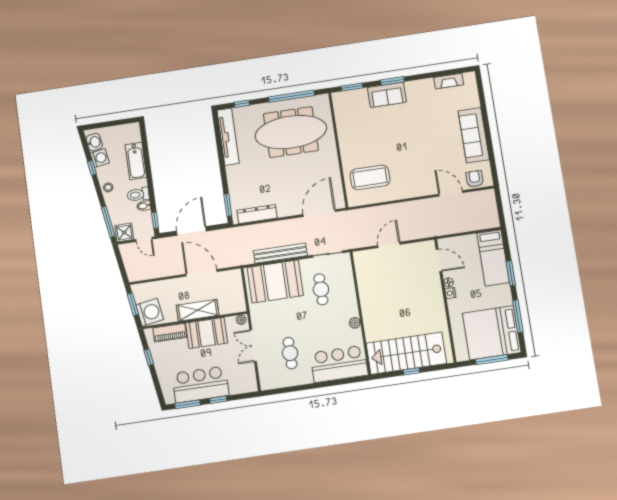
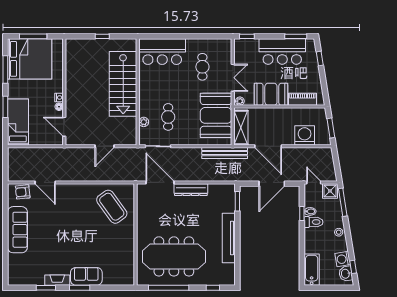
fireplace: (449, 81) -> (57, 280), moved
window: (352, 87) -> (46, 288), moved
tv unit: (228, 137) -> (229, 238), moved
bathtub: (136, 161) -> (312, 270), moved
window: (92, 168) -> (353, 267), moved
coffee table: (370, 177) -> (112, 207), turned 54
armchair: (475, 179) -> (23, 192), turned 84
door: (319, 213) -> (160, 182), swing flipped
dresser: (257, 214) -> (191, 190), moved
window: (155, 220) -> (302, 213), moved
bench: (280, 253) -> (225, 153), moved
booth: (275, 281) -> (216, 115), moved, turned 90
shelving: (198, 310) -> (241, 128), moved, turned 90
washing machine: (150, 312) -> (305, 135), moved, turned 99
plant: (355, 323) -> (144, 122), moved
stairs: (406, 353) -> (123, 84), moved, turned 90
window: (149, 357) -> (320, 59), moved
window: (218, 400) -> (247, 36), moved

